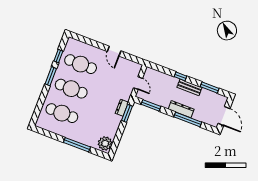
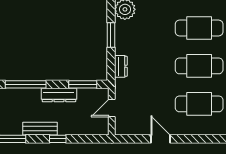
door: (138, 83) -> (112, 108), hinge flipped
dresser: (181, 109) -> (59, 95), moved
window: (127, 113) -> (111, 35), moved

